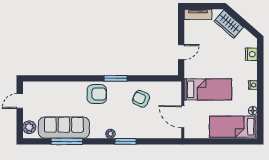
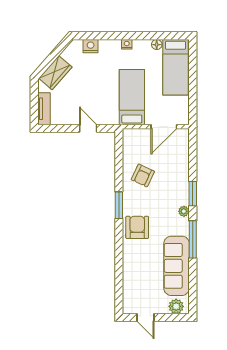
window: (67, 141) -> (193, 239), moved

